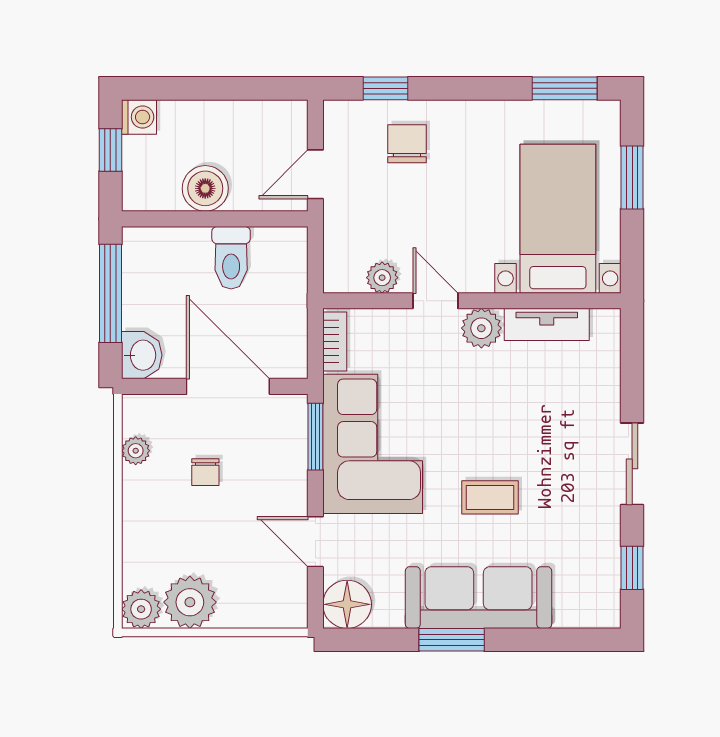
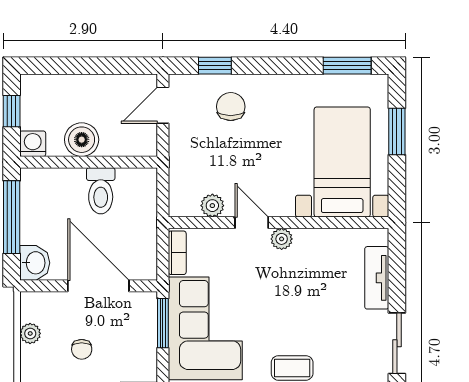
washing machine: (139, 117) -> (33, 144), moved, turned -90
door: (315, 174) -> (163, 105), moved
tv unit: (547, 324) -> (377, 278), moved, turned 90
plant: (481, 328) -> (282, 239), width x0.73, depth x0.73

